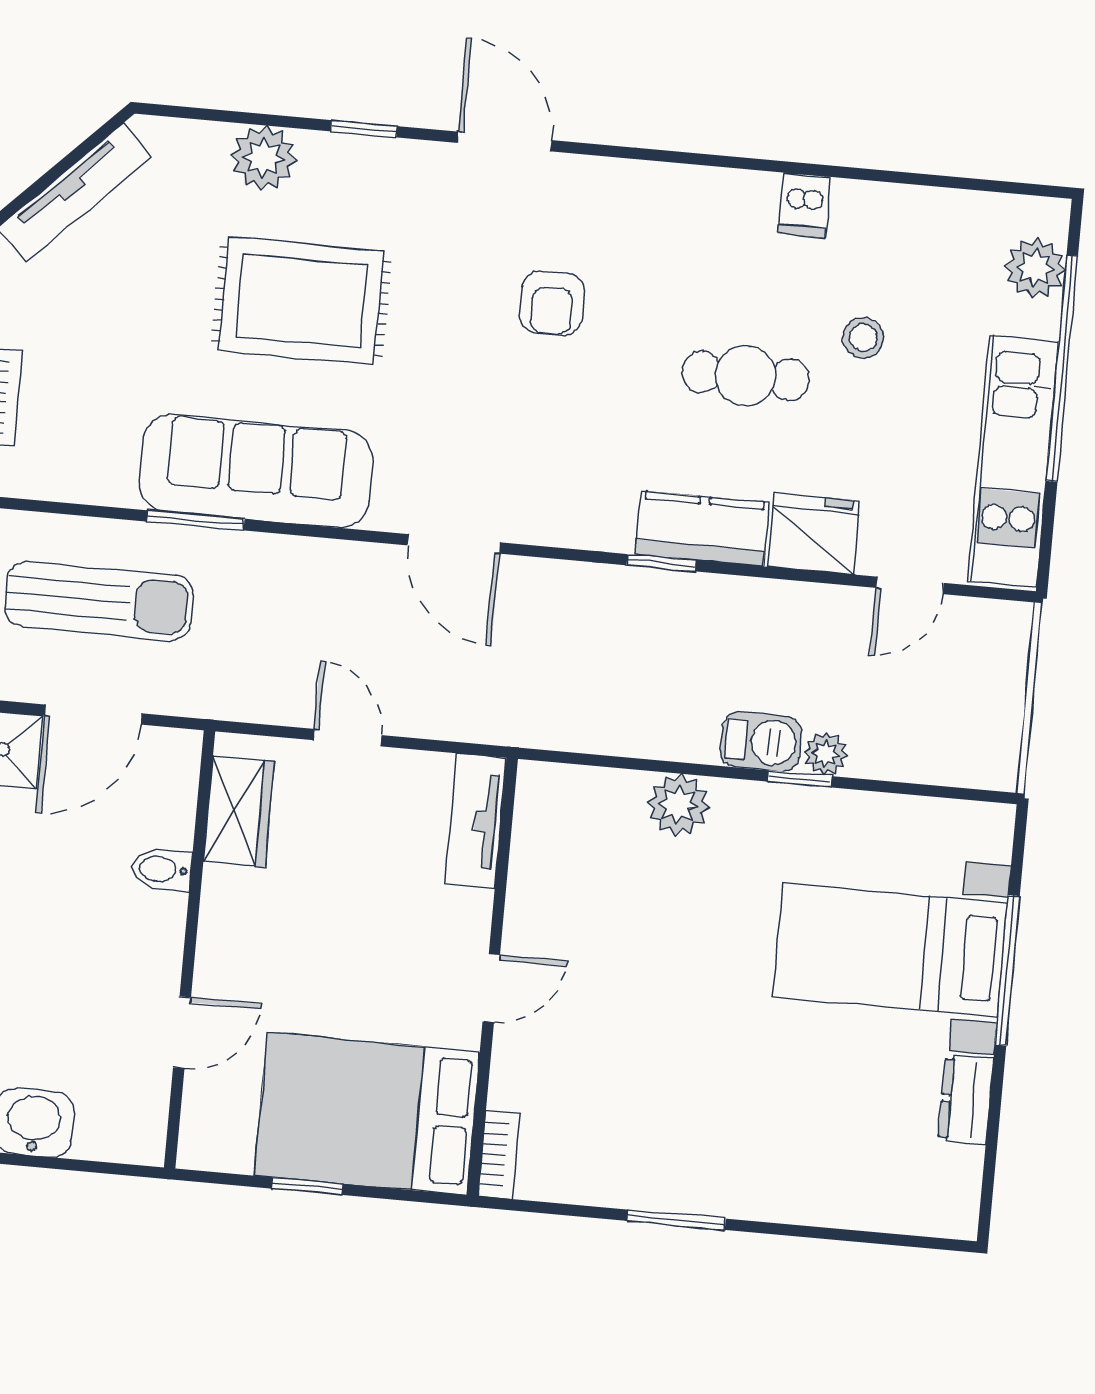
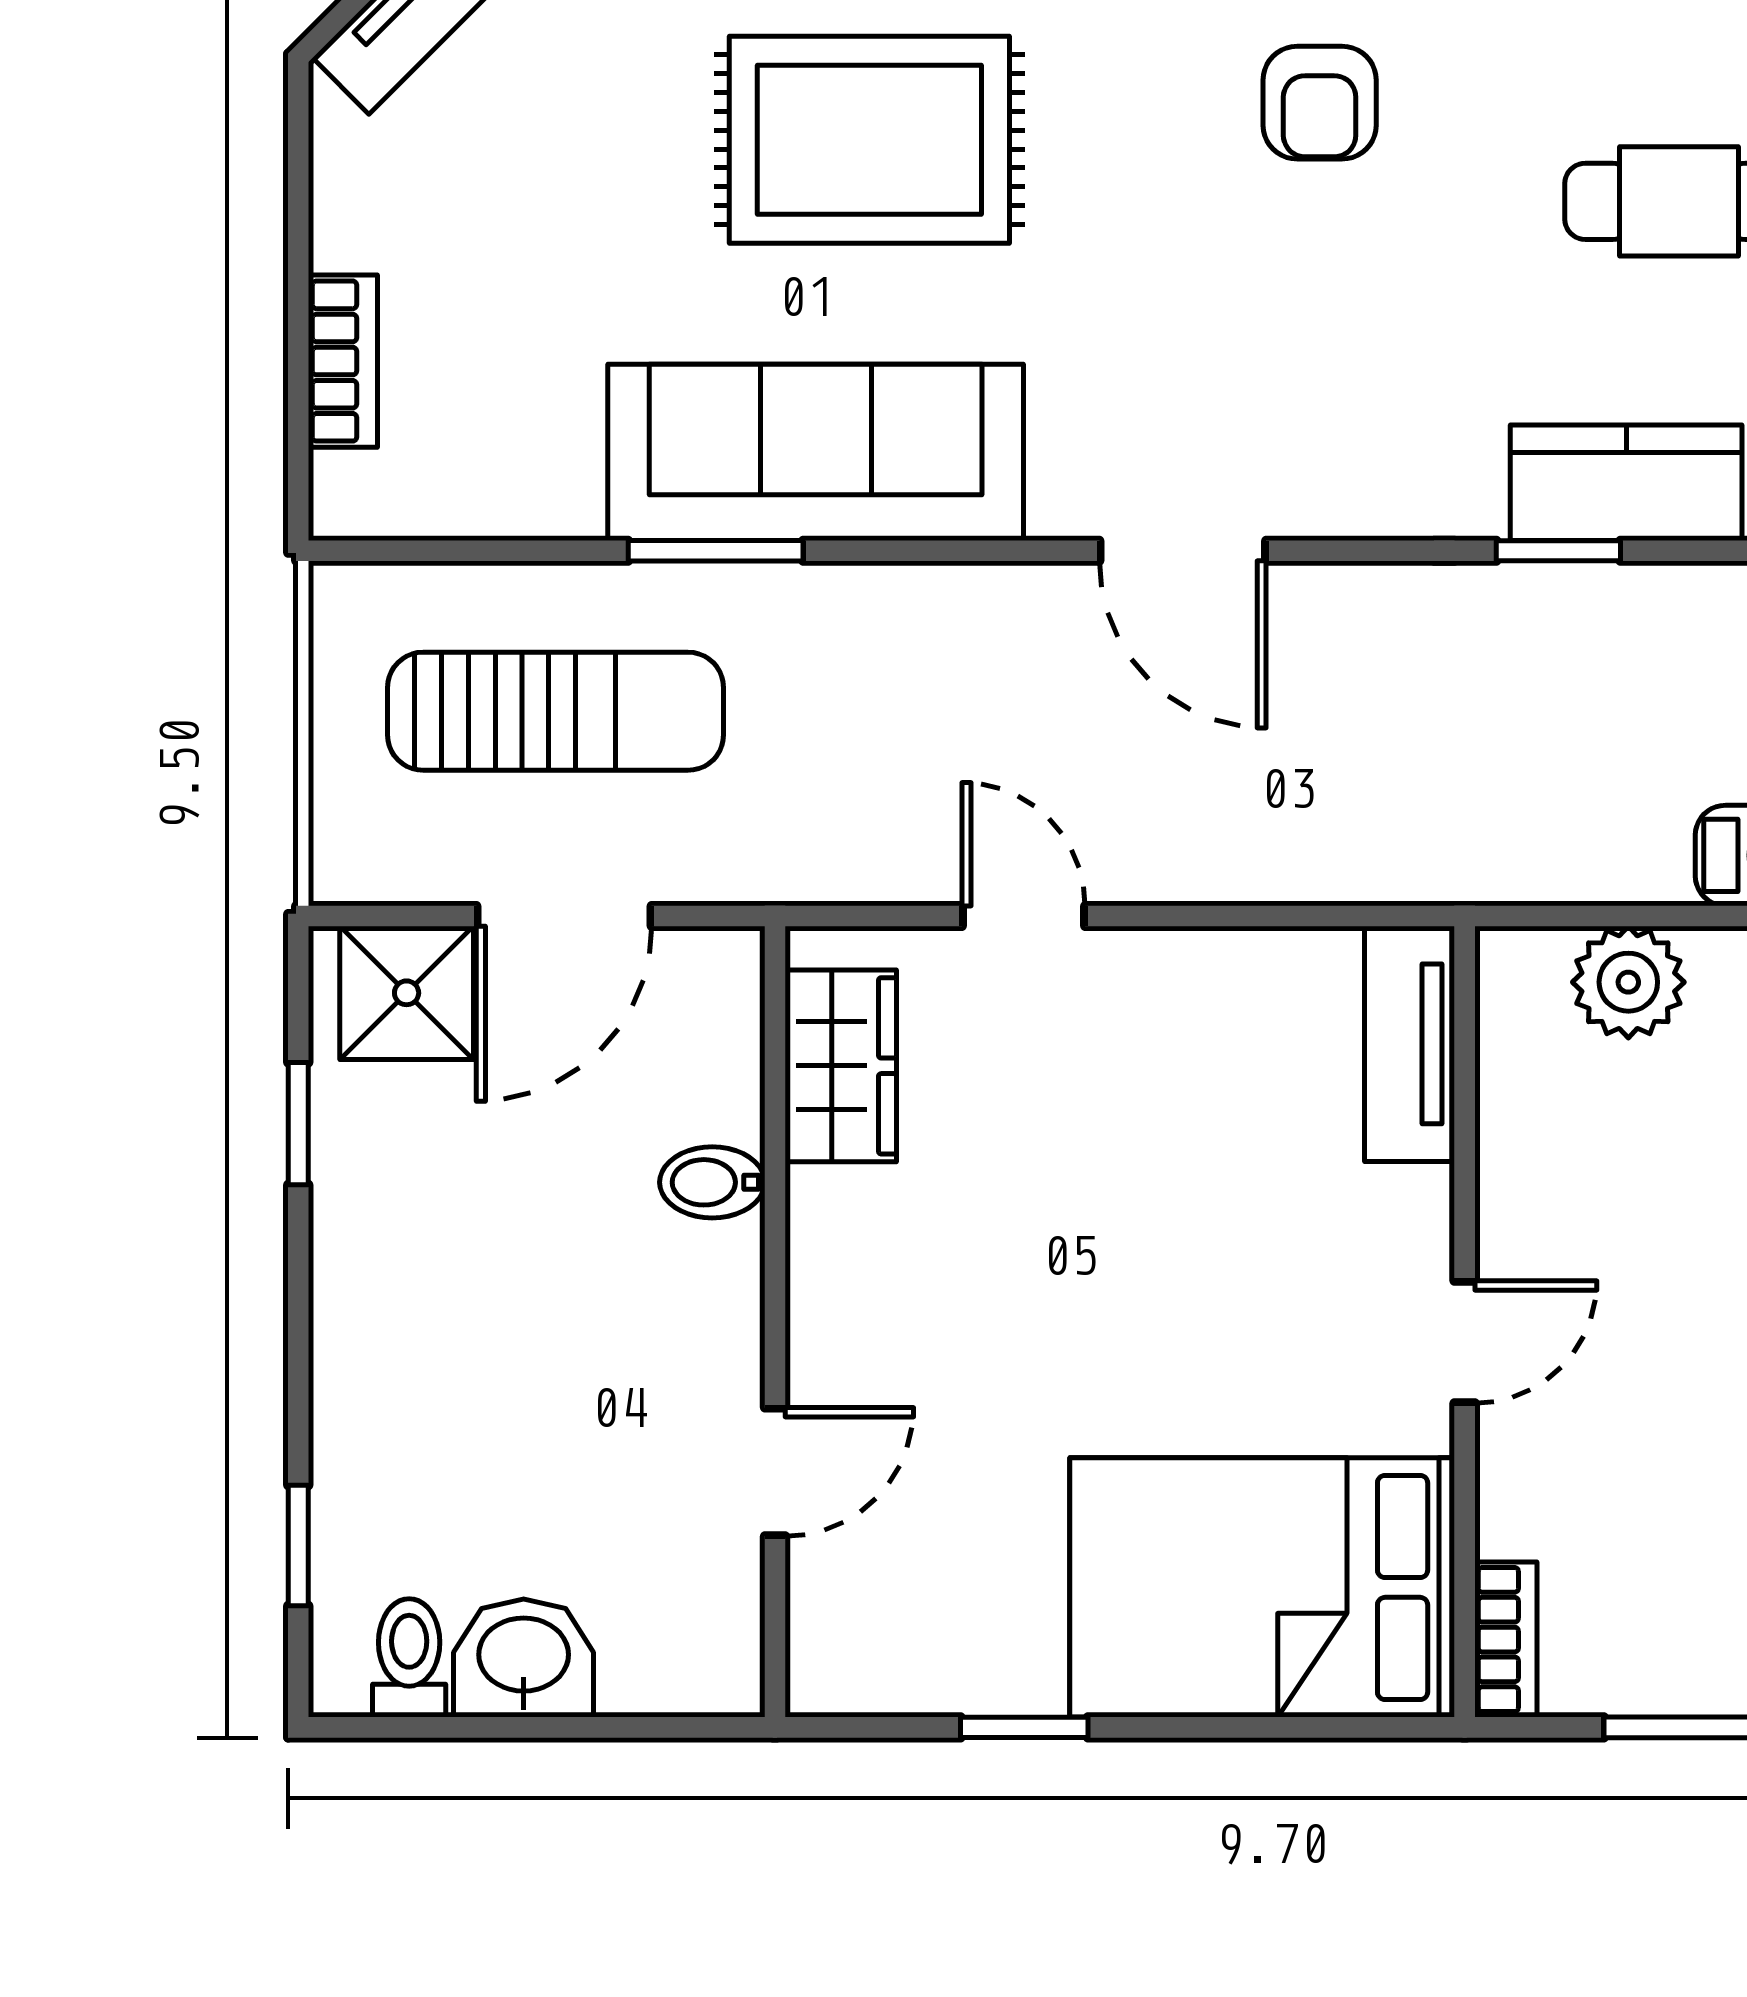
tv unit: (476, 821) -> (1409, 1044), moved
wall: (492, 977) -> (1465, 1322), moved
door: (491, 988) -> (1465, 1342), moved
bed: (367, 1114) -> (1262, 1587), moved
bookcase: (499, 1155) -> (1506, 1640), moved

